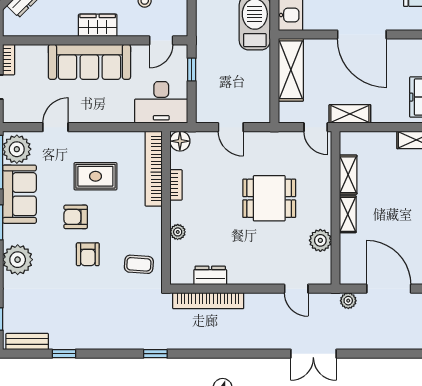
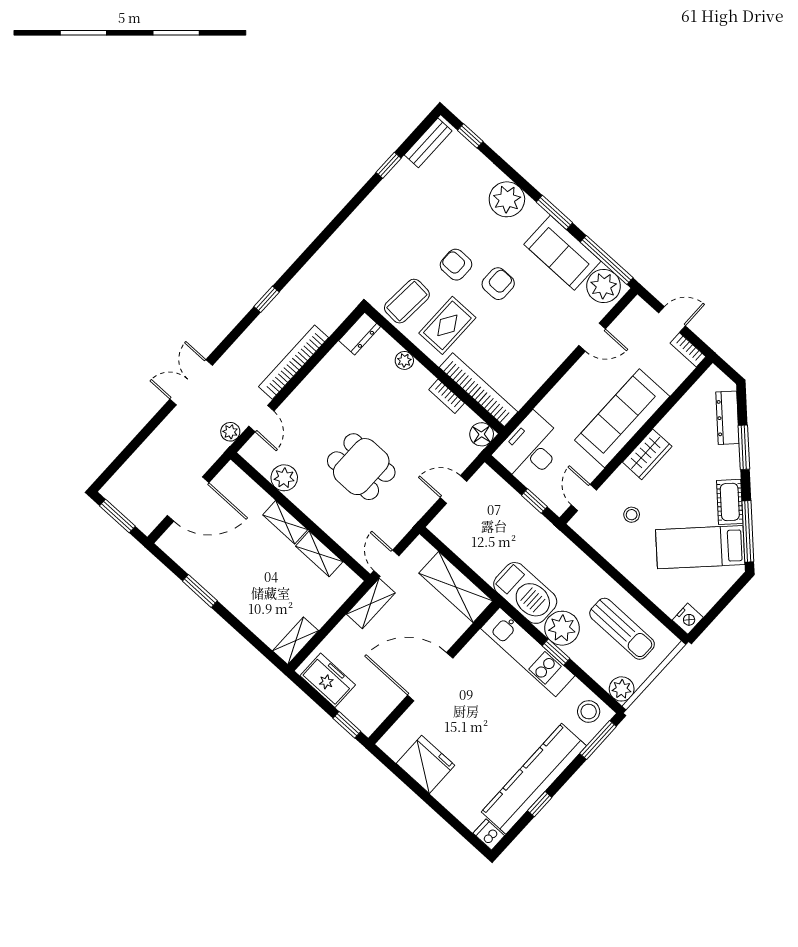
door: (55, 127) -> (592, 337), hinge flipped
door: (316, 127) -> (386, 563), hinge flipped
rug: (95, 176) -> (447, 325), moved
dining table: (269, 198) -> (361, 467), turned 90
coffee table: (139, 264) -> (407, 301), width x1.36, depth x1.30
dresser: (210, 275) -> (360, 334), moved
door: (296, 289) -> (261, 419), swing flipped
bookcase: (208, 301) -> (294, 362), moved
plant: (348, 301) -> (230, 432), moved
window: (155, 354) -> (267, 299), moved

